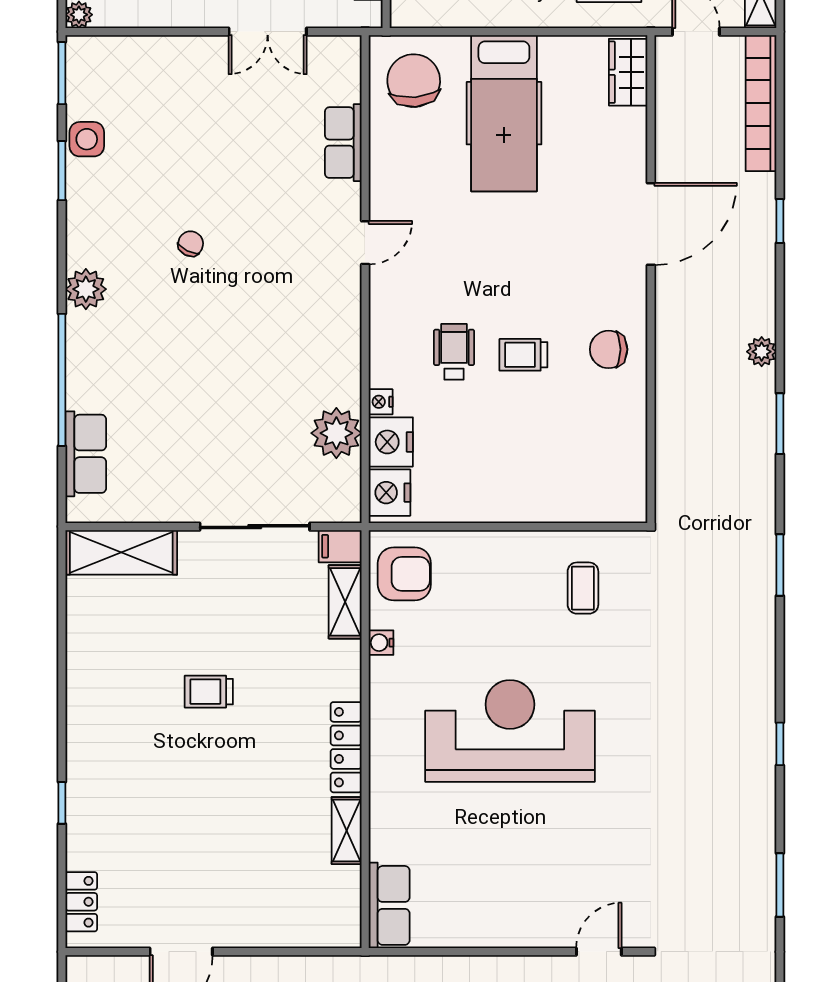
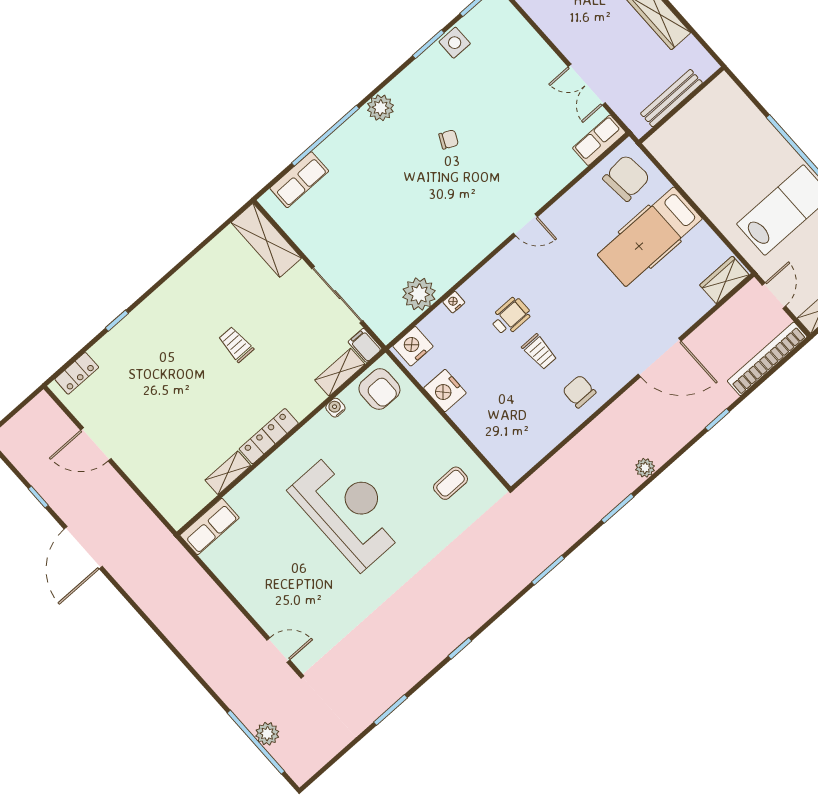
row of seats: (343, 143) -> (599, 140), moved
trolley: (523, 355) -> (539, 352), turned 180
nightstand: (391, 442) -> (445, 390), moved, turned -90

